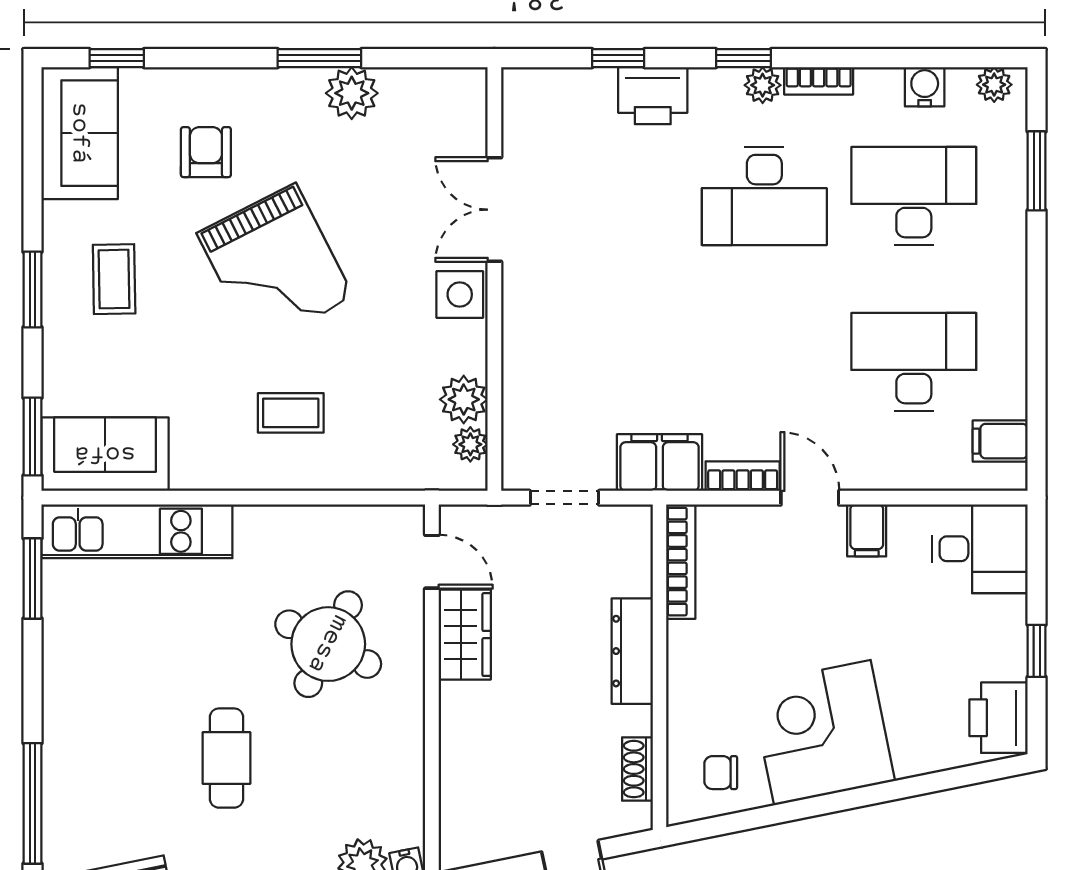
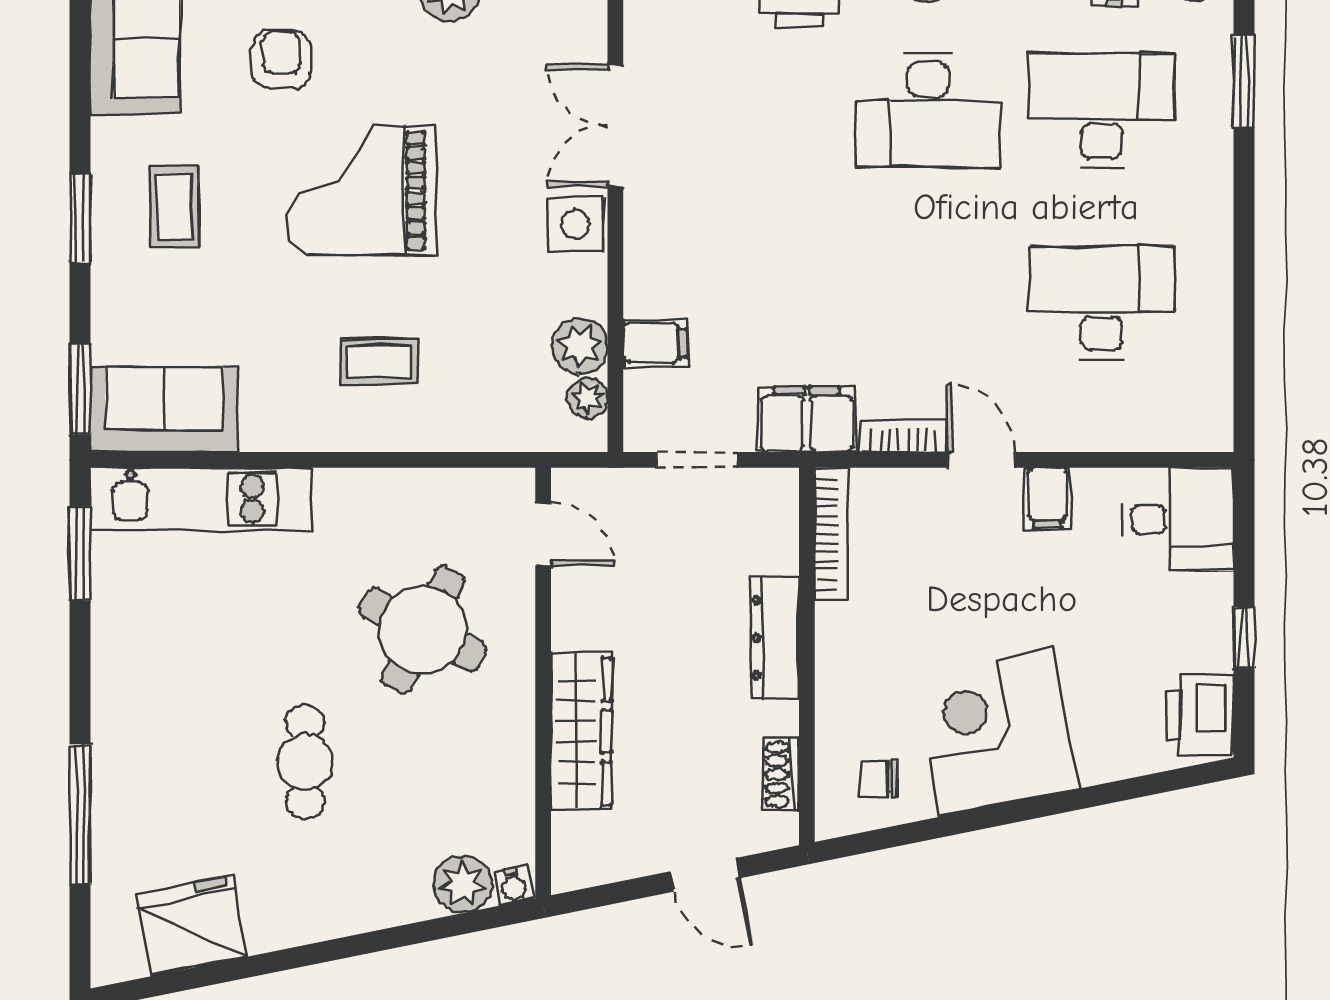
grand piano: (275, 265) -> (362, 191), turned 117
filing cabinet: (1000, 441) -> (655, 343), moved, turned 180
wardrobe: (465, 635) -> (581, 731), moved, width x1.50

